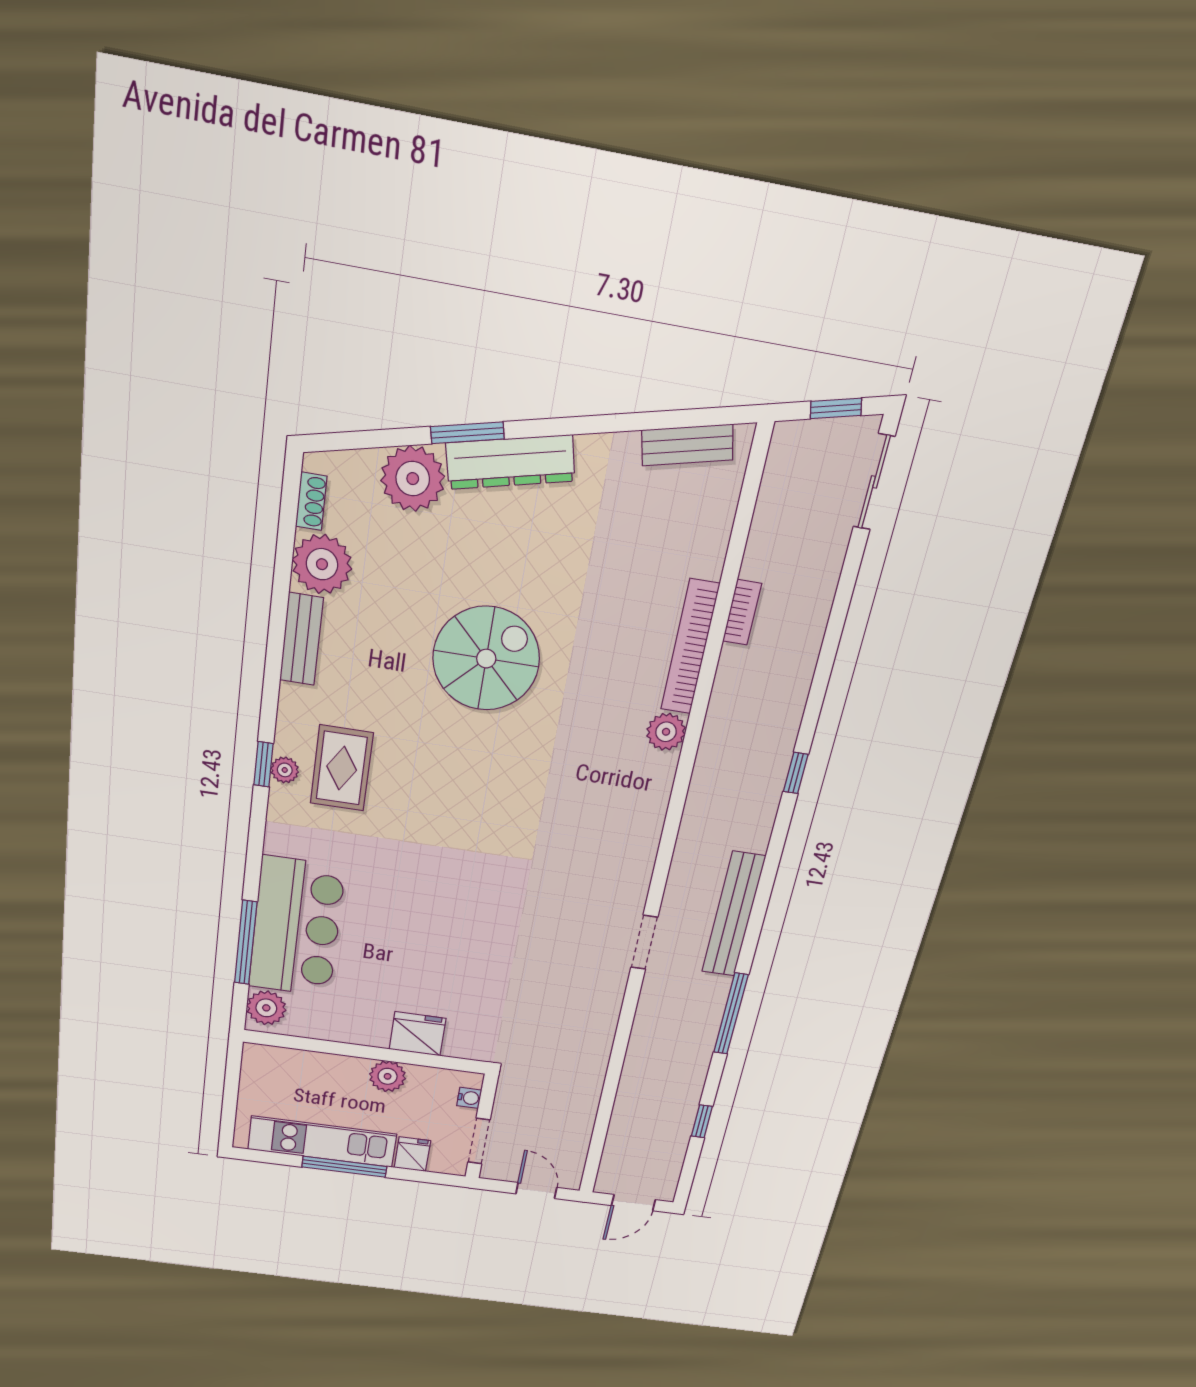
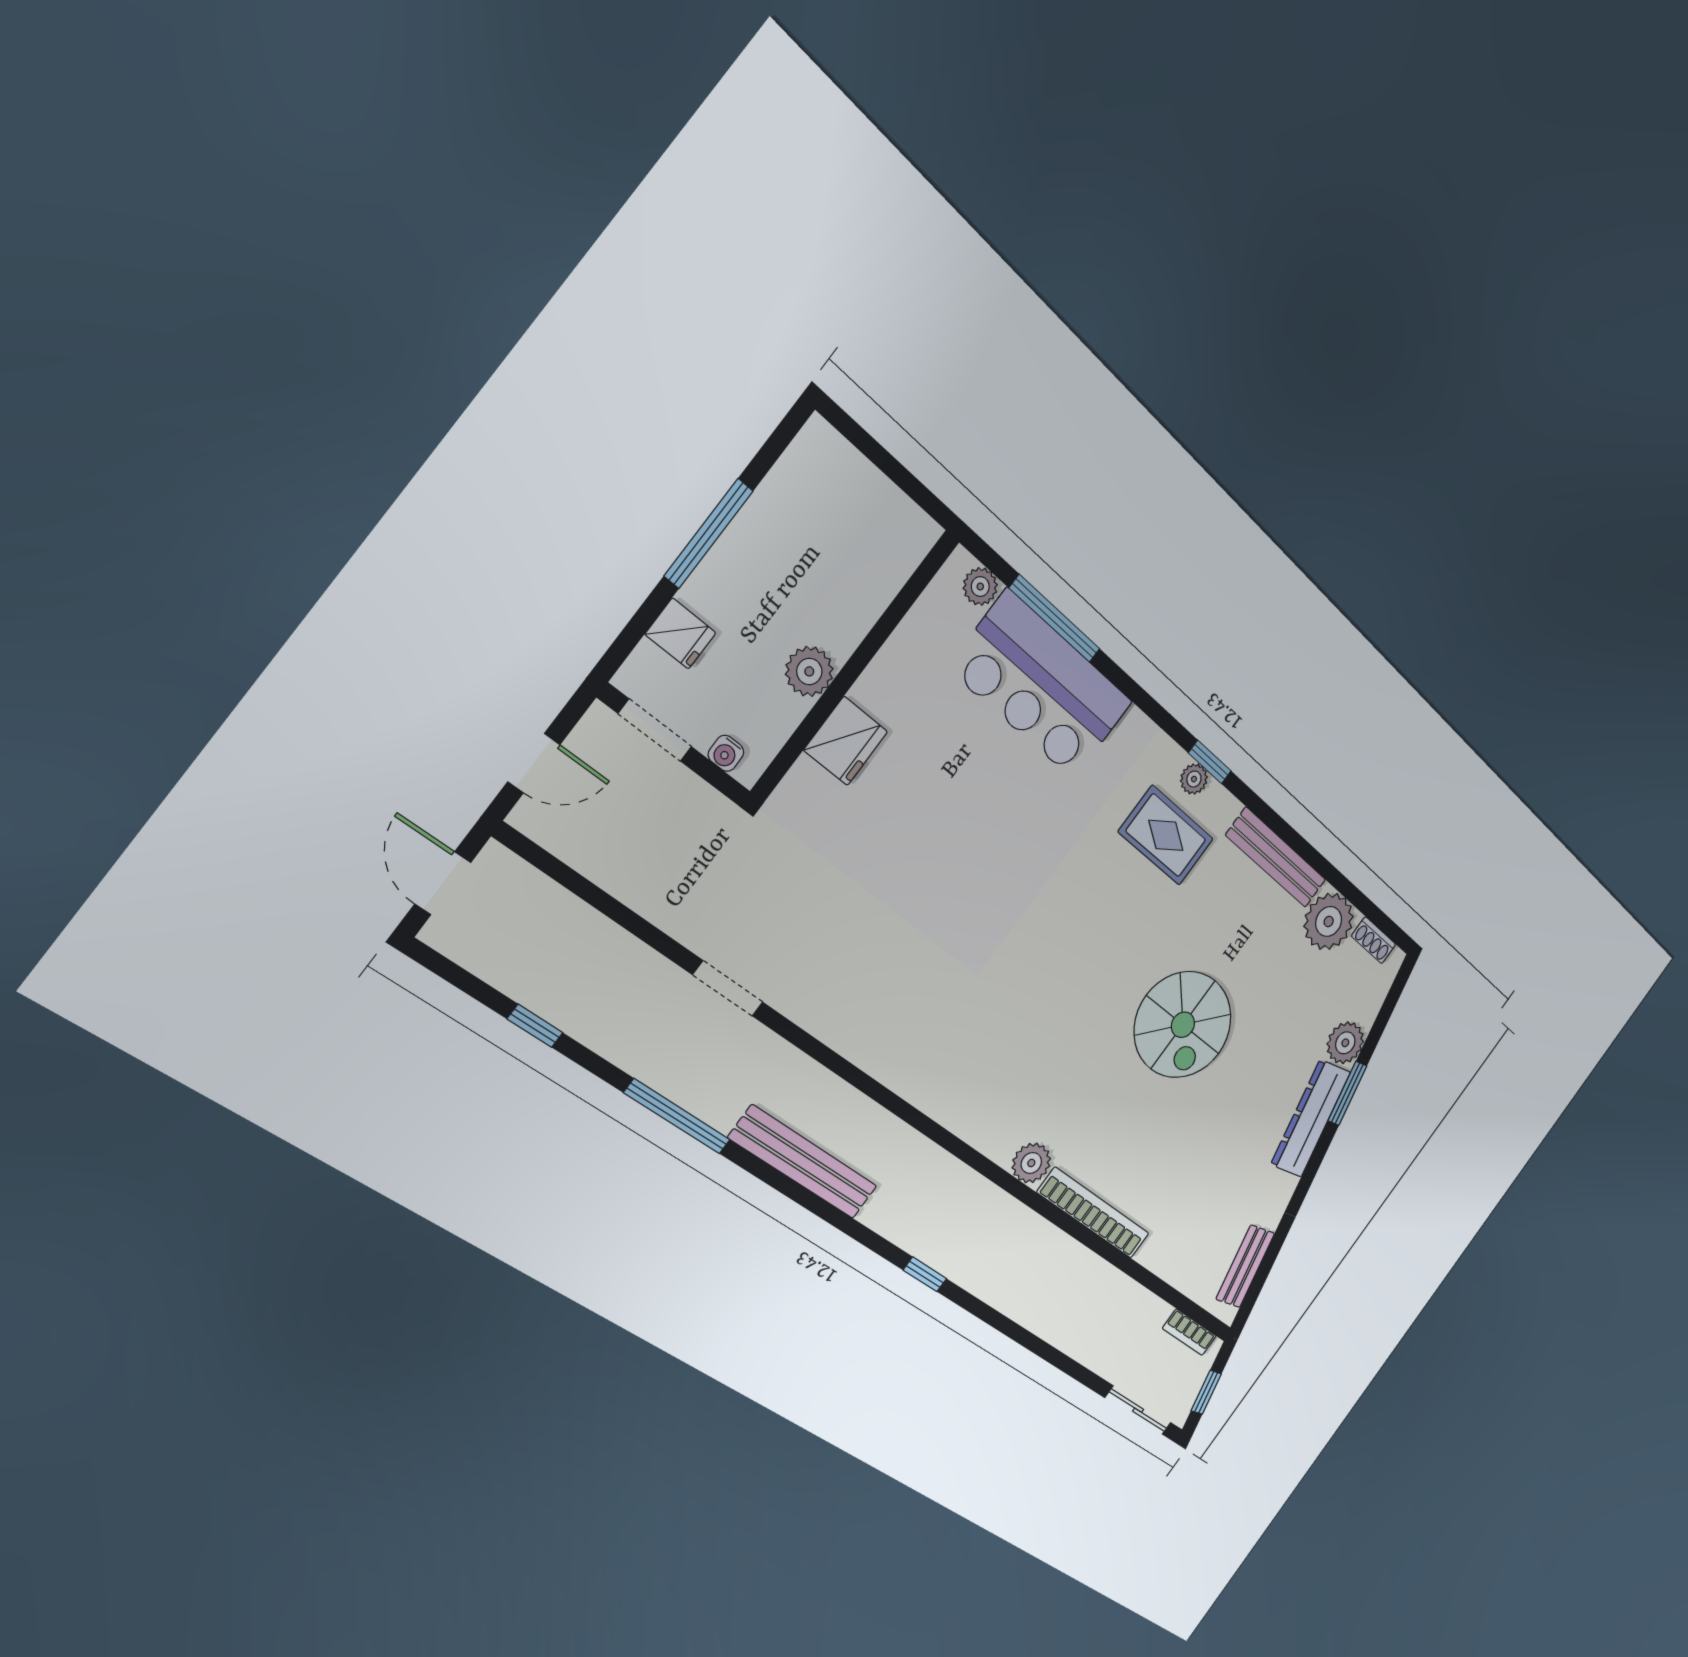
plant: (413, 479) -> (1345, 1043), width x0.73, depth x0.73
bookcase: (742, 612) -> (1189, 1332), moved
bench: (301, 639) -> (1276, 858), width x1.36
doorway: (644, 942) -> (728, 988), moved
plant: (266, 1008) -> (980, 587), width x0.73, depth x0.73
kitchen unit: (322, 1142) -> (761, 530), removed

